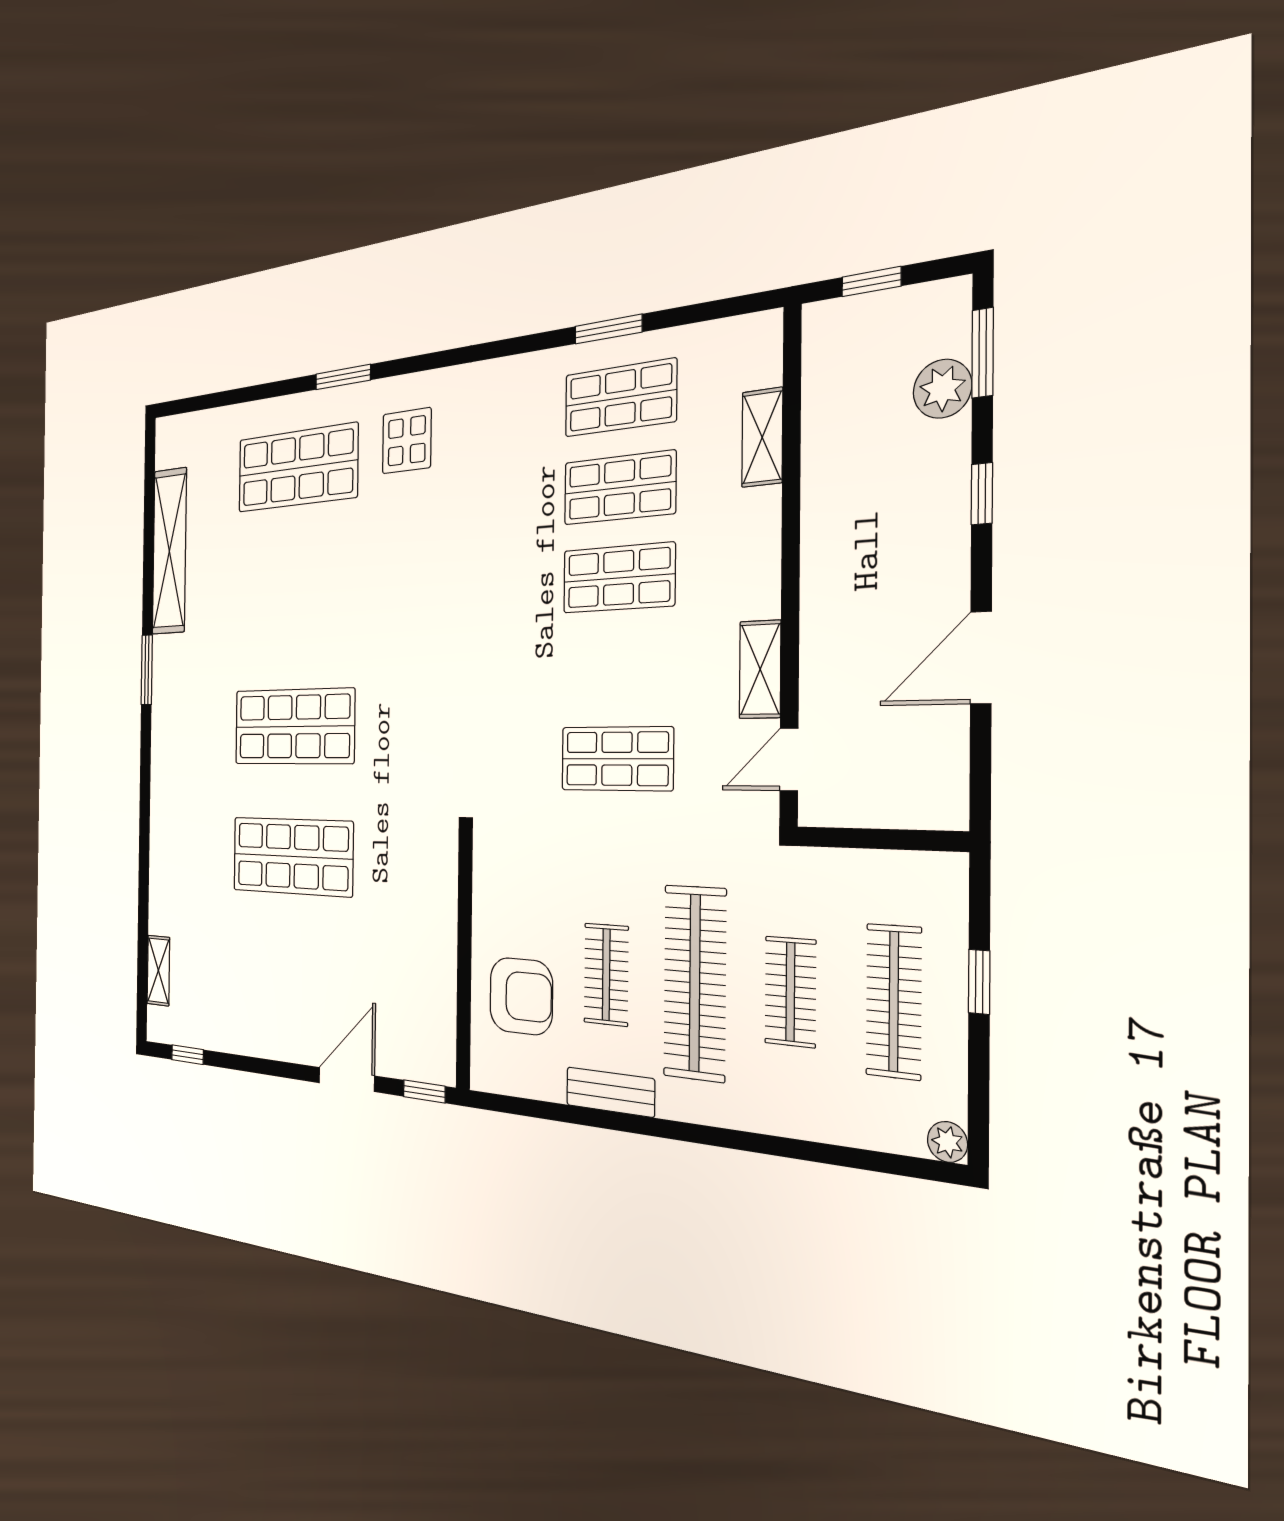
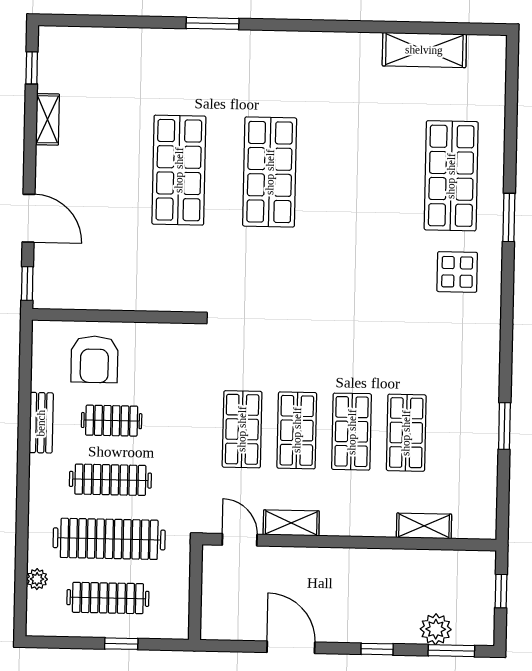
shop shelf: (620, 398) -> (297, 430), moved
shelving: (169, 551) -> (424, 50), width x0.68
window: (147, 670) -> (212, 23), moved
shelving: (158, 971) -> (48, 119), moved, turned 90
clothes rail: (695, 983) -> (110, 480), width x0.73, depth x0.76
clothes rail: (790, 992) -> (109, 539), width x1.86, depth x1.31
plant: (947, 1142) -> (37, 579), moved

